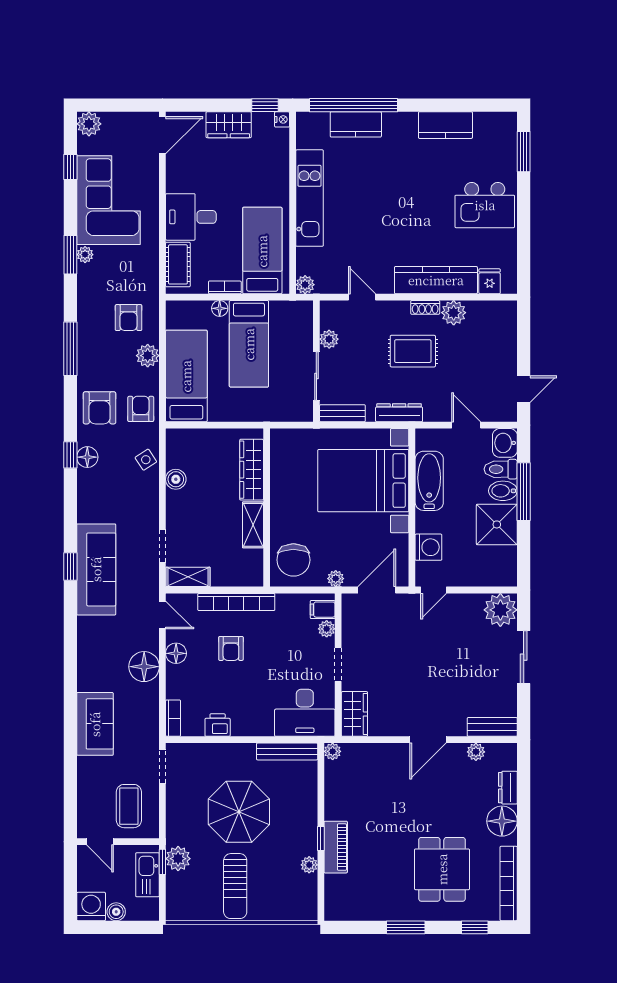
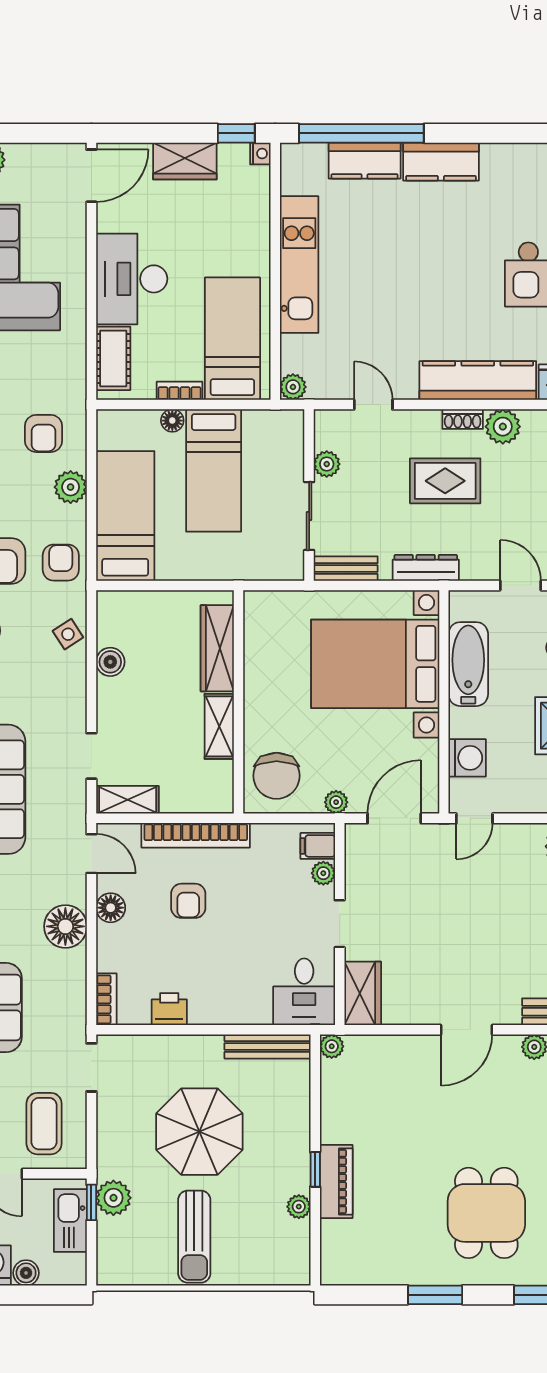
kitchen counter: (445, 125) -> (441, 162), moved
desk: (191, 217) -> (132, 279), width x1.37
desk: (305, 713) -> (304, 992), width x0.73

